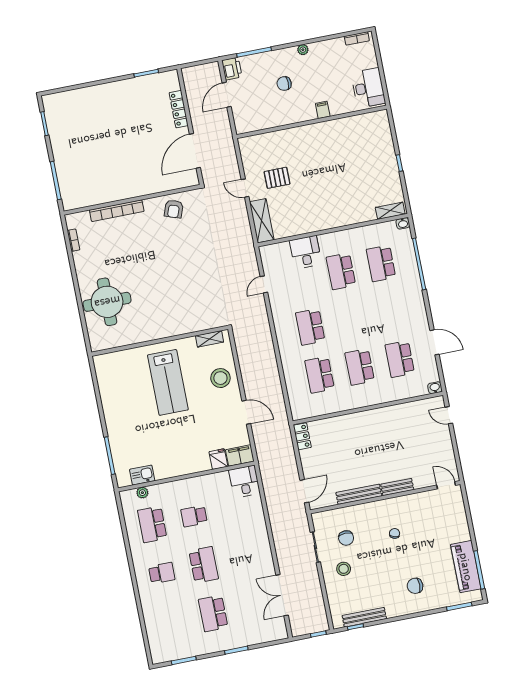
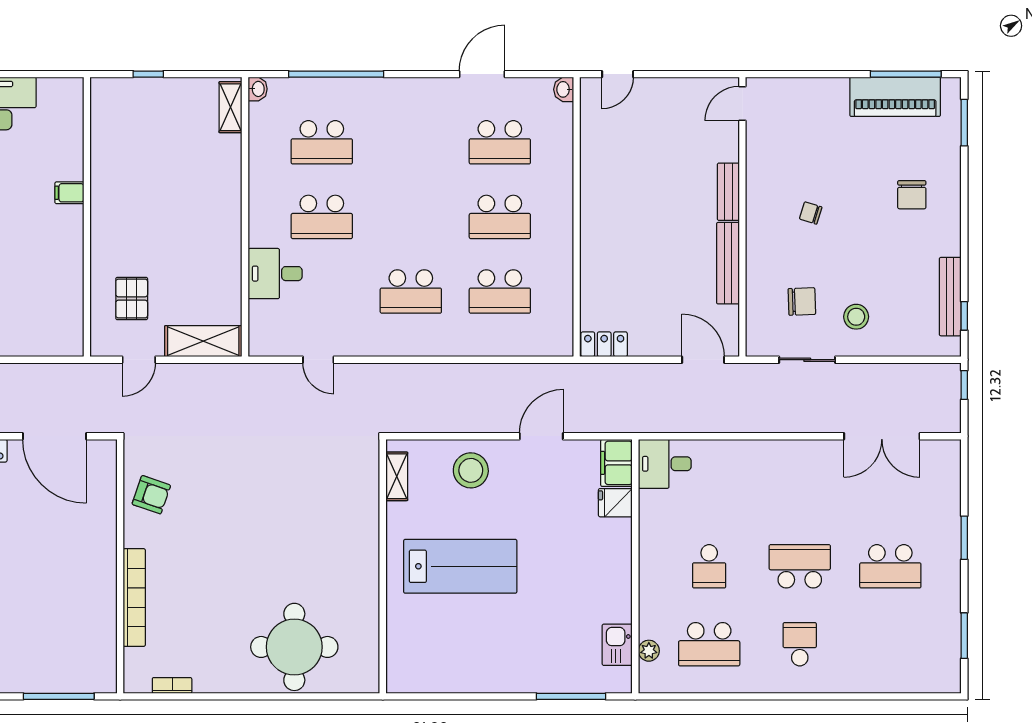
filing cabinet: (323, 110) -> (69, 193), moved
wall: (312, 122) -> (87, 217), moved

